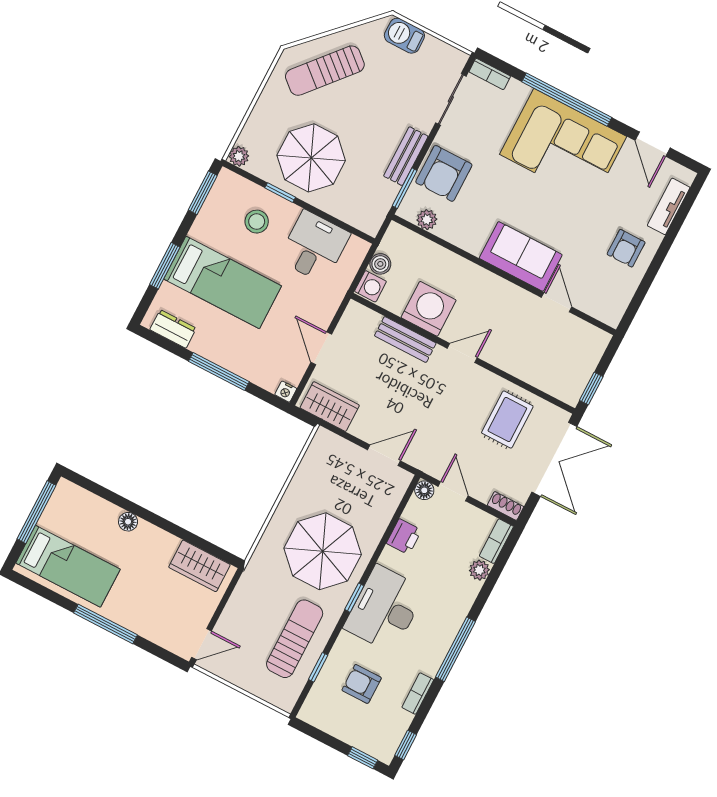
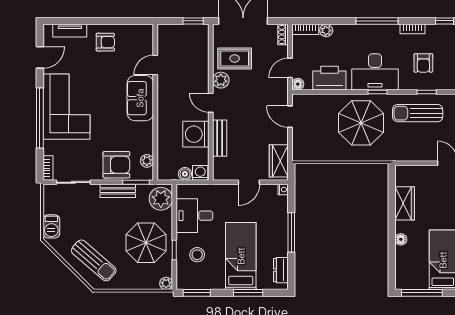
plant: (363, 211) -> (161, 199), added
plant: (487, 384) -> (221, 80), added
printer: (404, 537) -> (329, 78), width x1.87, depth x1.48
wardrobe: (199, 566) -> (405, 203), moved

